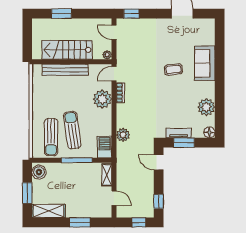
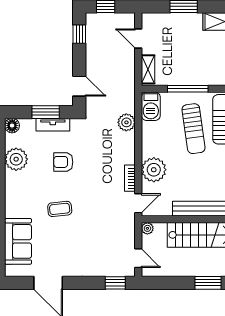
sofa: (205, 63) -> (18, 241), moved
armchair: (171, 105) -> (63, 162), added

